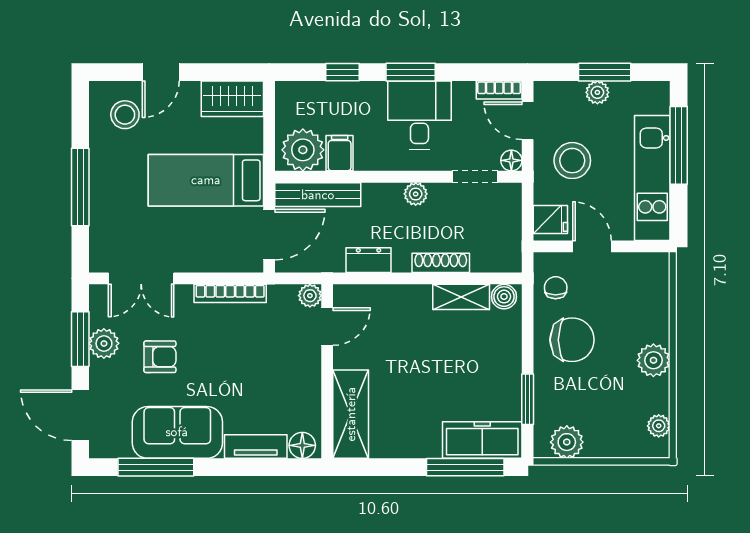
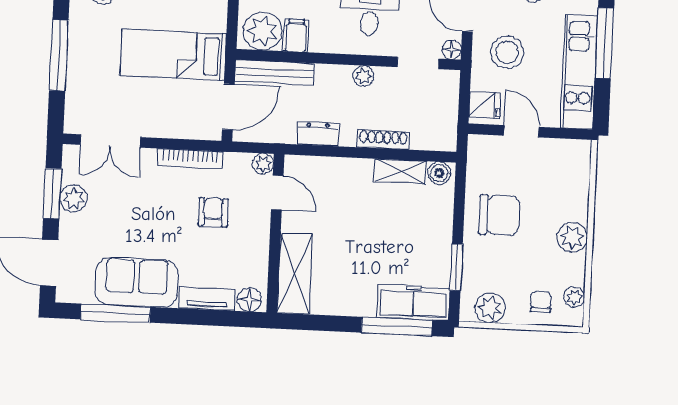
chair: (556, 288) -> (541, 302), moved
door: (327, 327) -> (277, 193), hinge flipped
armchair: (160, 357) -> (213, 212), moved, turned -90

